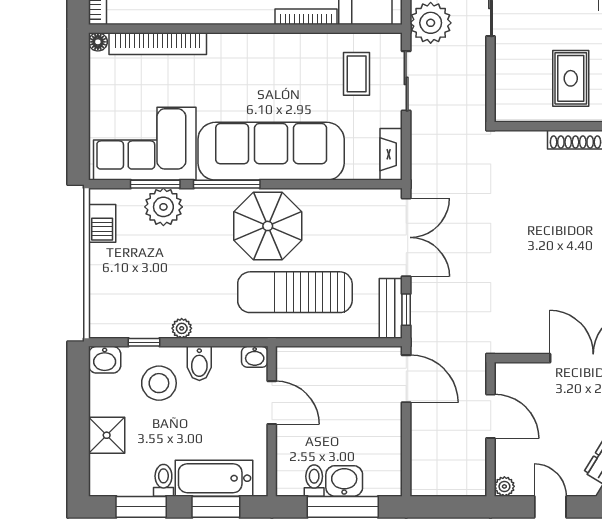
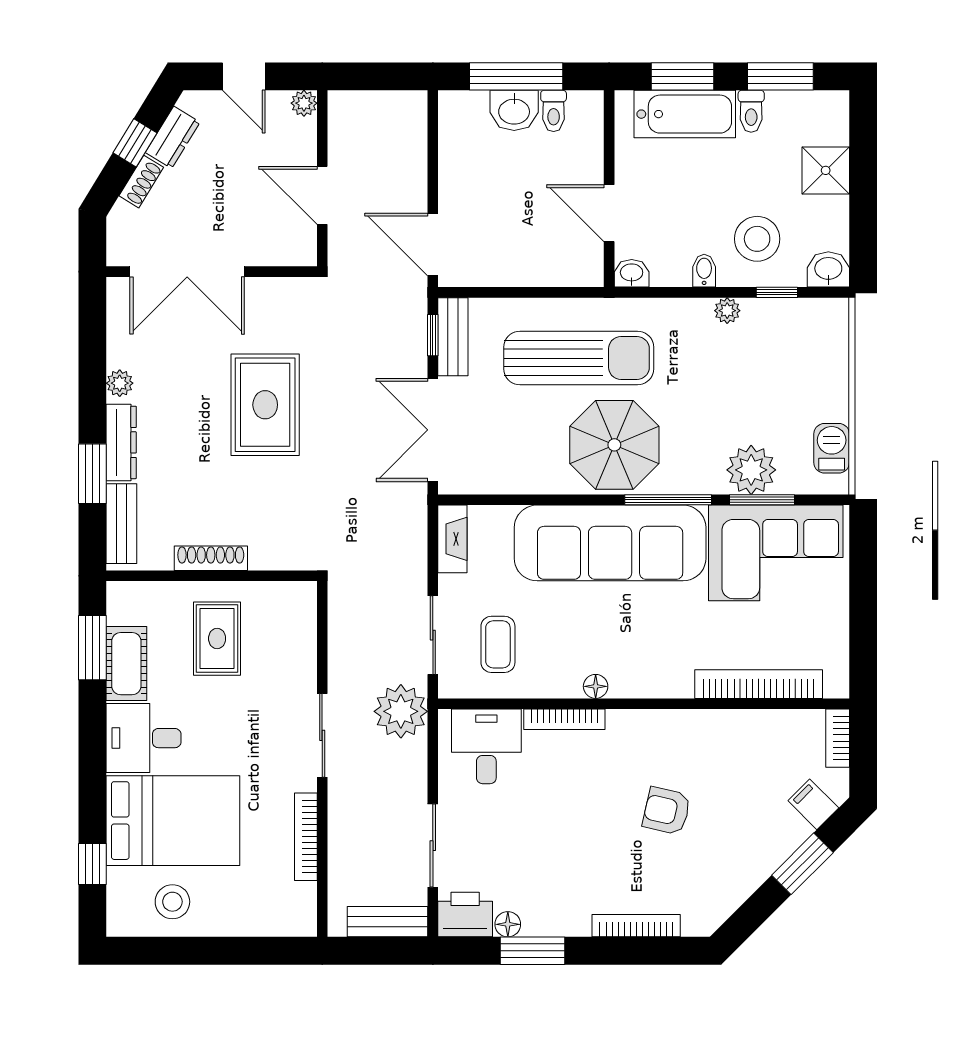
floor lamp: (98, 42) -> (596, 686), moved
rug: (534, 257) -> (265, 405), added
bidet: (199, 363) -> (704, 271), width x0.72, depth x0.74

